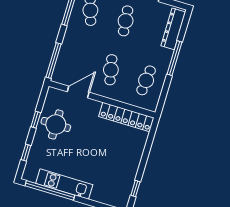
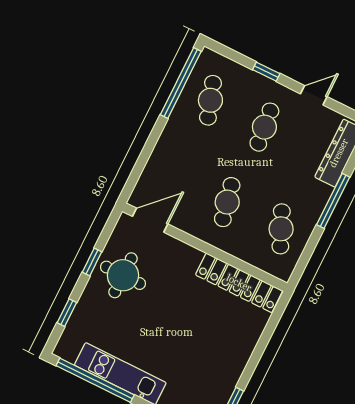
window: (54, 61) -> (137, 171), removed
cafe table: (146, 80) -> (281, 229), turned -30
door: (78, 92) -> (150, 220), moved

